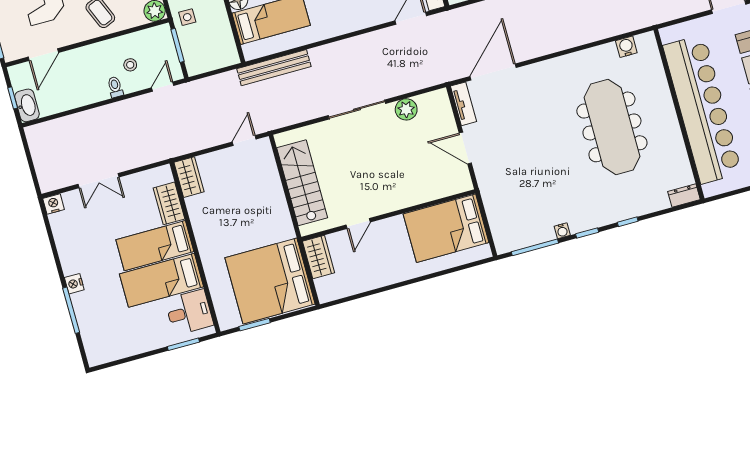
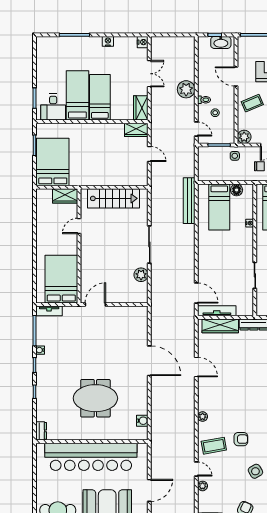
door: (43, 55) -> (236, 77), moved
door: (493, 72) -> (149, 361), moved
tv unit: (463, 104) -> (49, 311), moved
washbasin: (27, 105) -> (221, 42), moved
plant: (107, 118) -> (186, 89), added
meeting table: (612, 127) -> (95, 398), width x0.73
door: (244, 141) -> (149, 154), moved
door: (465, 148) -> (95, 304), moved
double door: (99, 181) -> (149, 74), swing flipped
wardrobe: (169, 203) -> (141, 108), moved, turned -90
door: (358, 224) -> (79, 226), hinge flipped
bed: (270, 281) -> (53, 162), width x0.73
nightstand: (74, 284) -> (108, 41), moved

